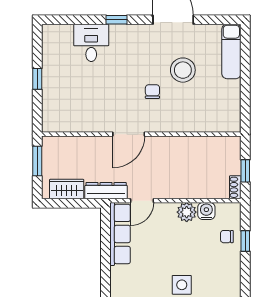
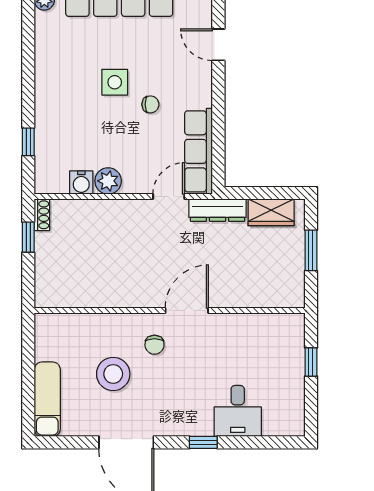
door: (129, 134) -> (187, 311), moved
wall: (141, 134) -> (170, 311), moved
chair: (227, 237) -> (150, 104), moved

